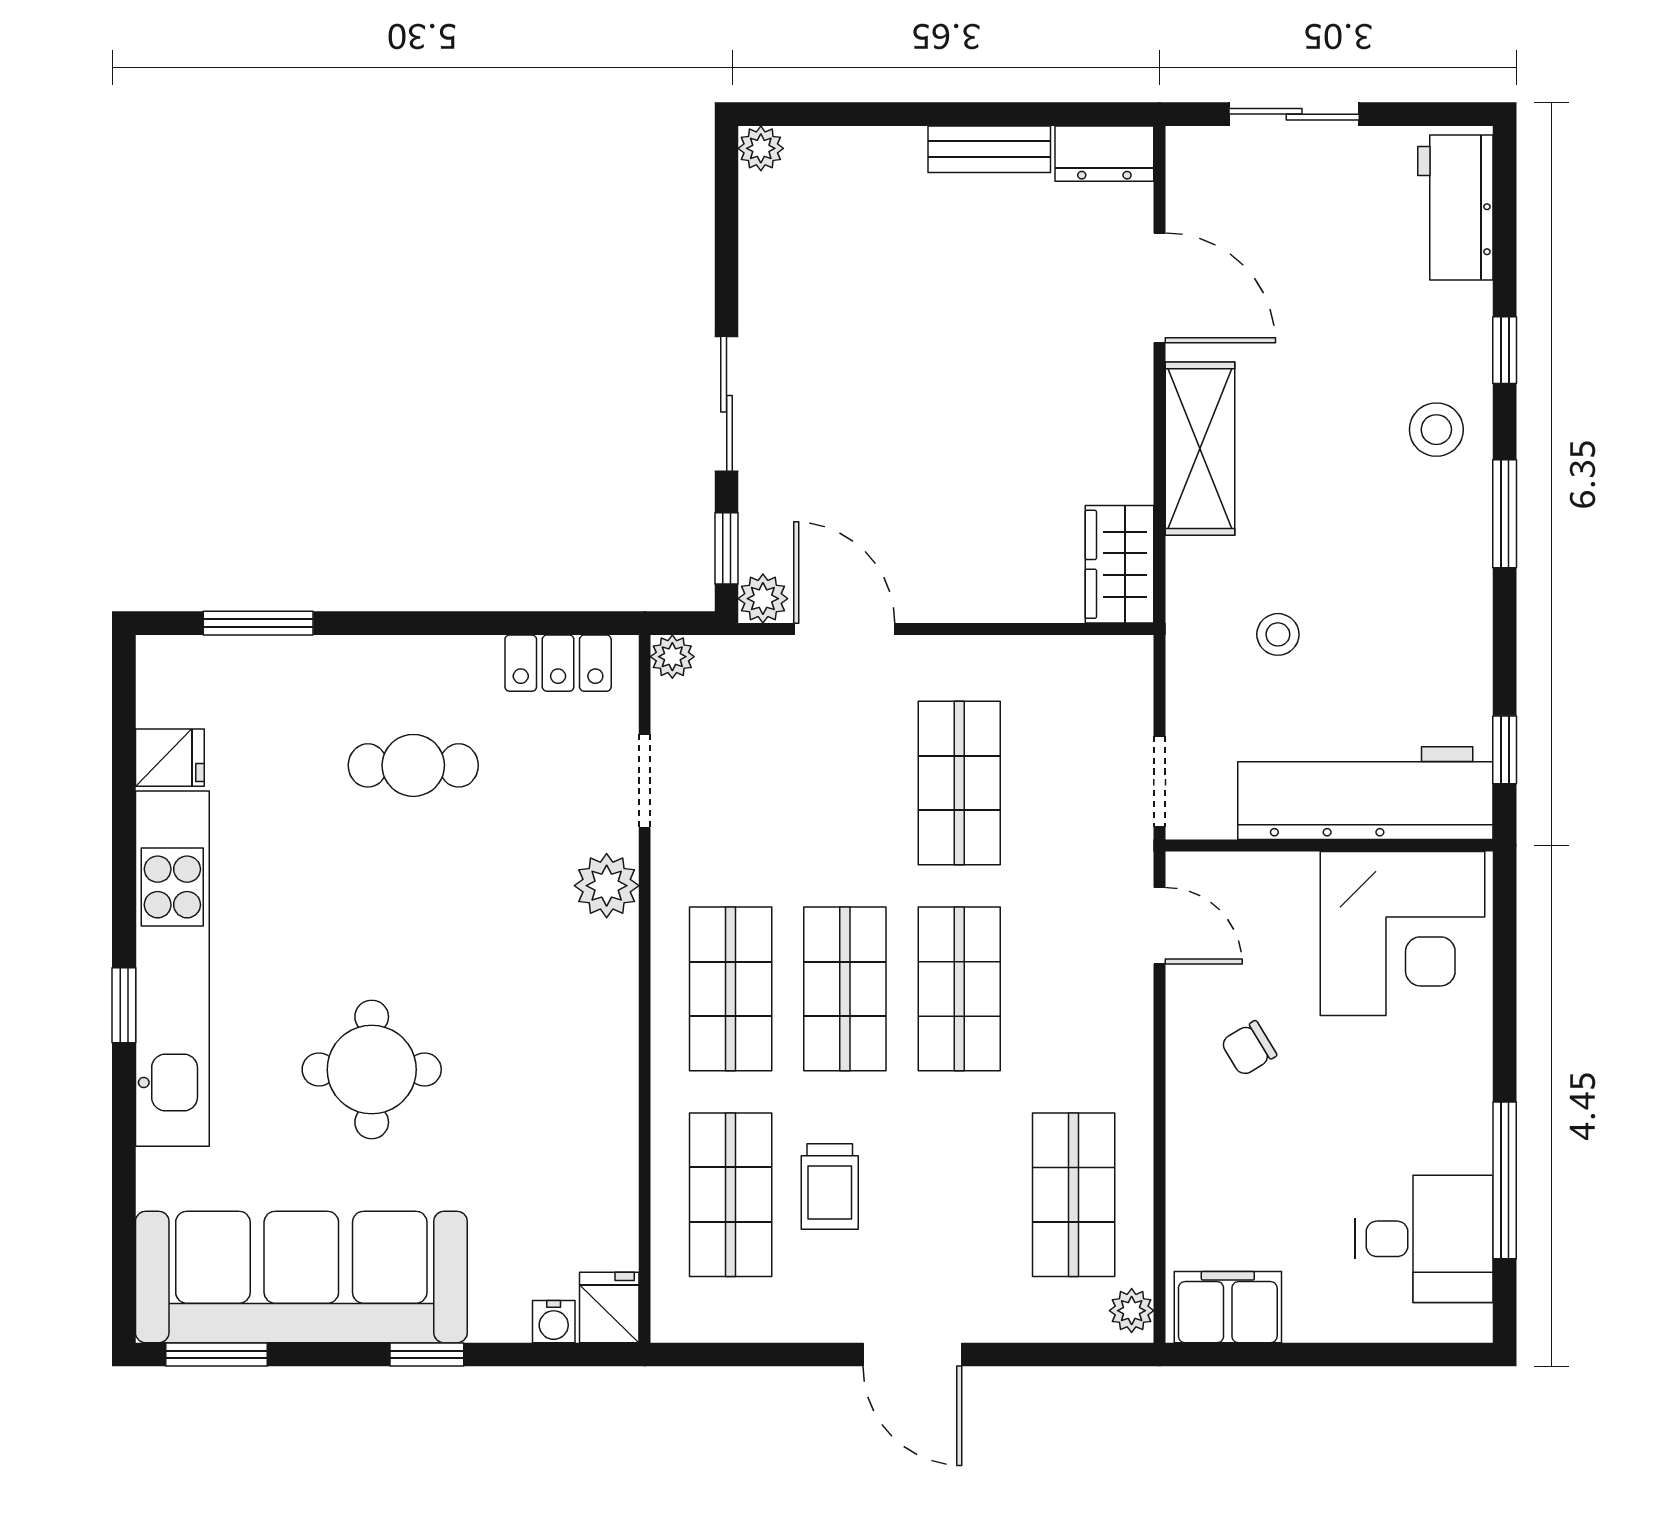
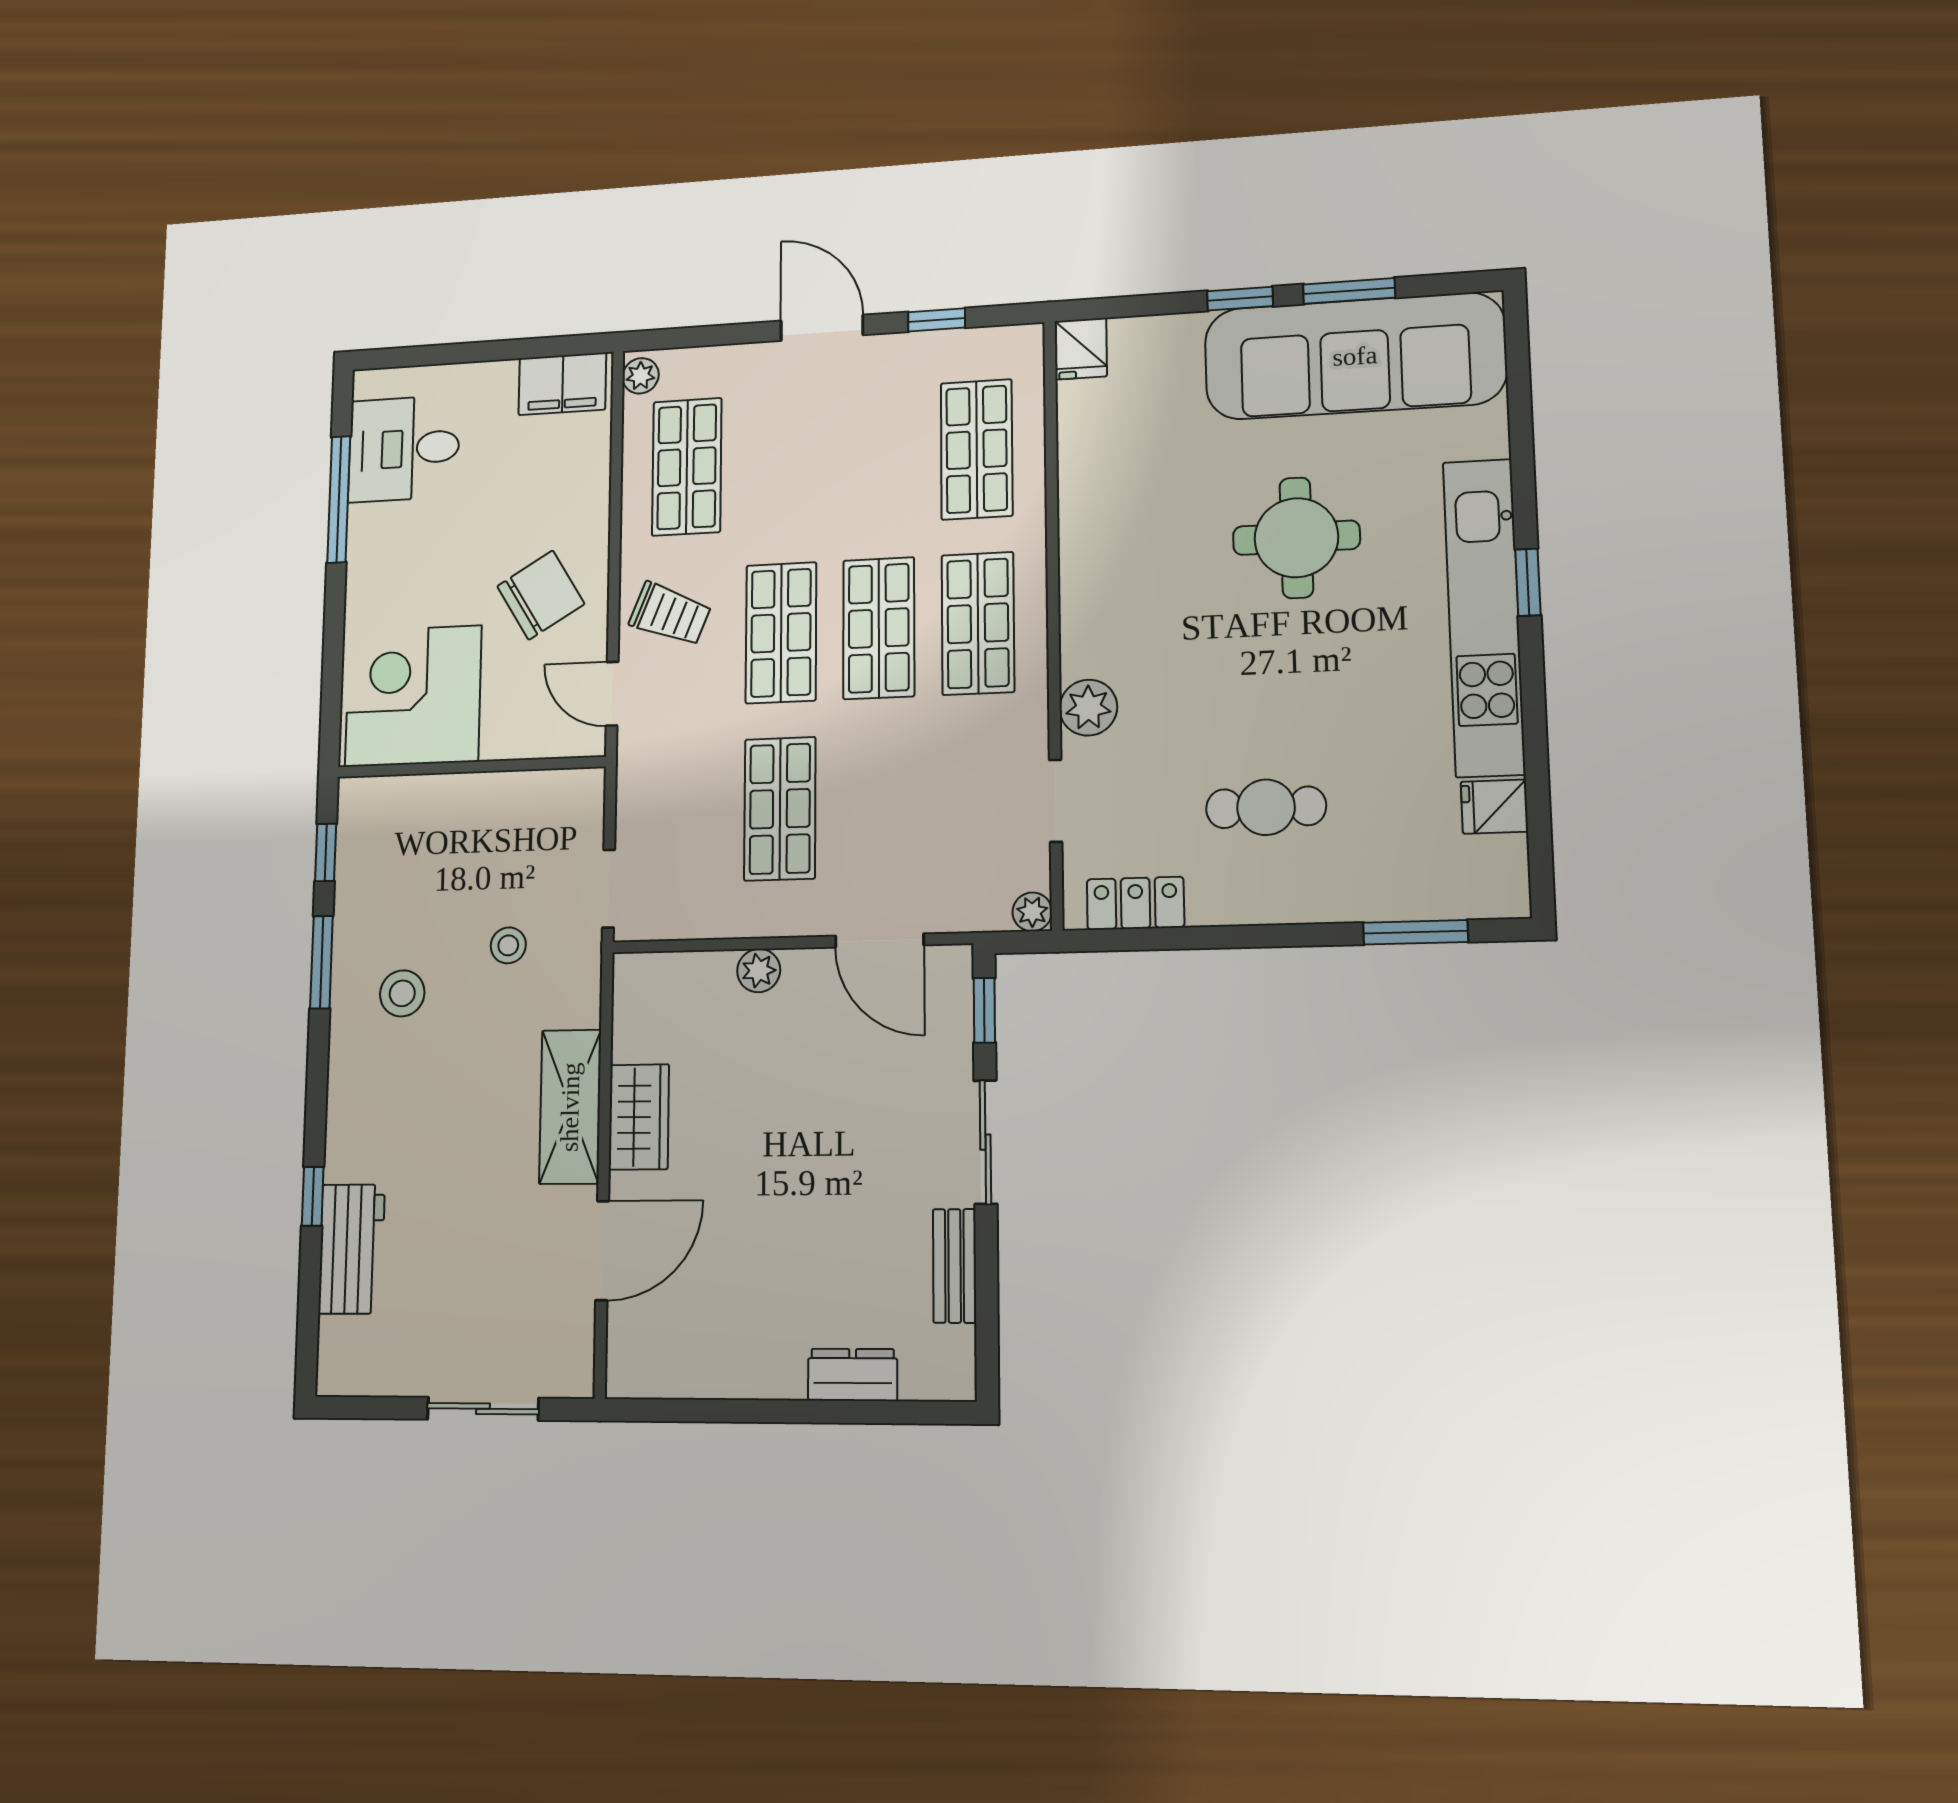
plant: (761, 148) -> (956, 1380), removed
bench: (989, 149) -> (955, 1266), moved, turned 90
dresser: (1104, 154) -> (853, 1375), moved
workbench: (1455, 207) -> (352, 1249), moved
door: (1159, 288) -> (602, 1251), swing flipped
stool: (1436, 430) -> (402, 993), moved
window: (1505, 514) -> (321, 962), moved
wardrobe: (1119, 564) -> (639, 1117), moved
plant: (763, 599) -> (759, 971), moved
doorway: (1159, 781) -> (609, 889), moved
workbench: (1365, 793) -> (440, 812), removed
chair: (1249, 1048) -> (541, 595), width x1.87, depth x1.87
trolley: (830, 1187) -> (670, 614), moved, turned 112
water cooler: (554, 1322) -> (1129, 334), removed
window: (216, 1355) -> (1349, 291), moved
window: (776, 1355) -> (937, 320), added

